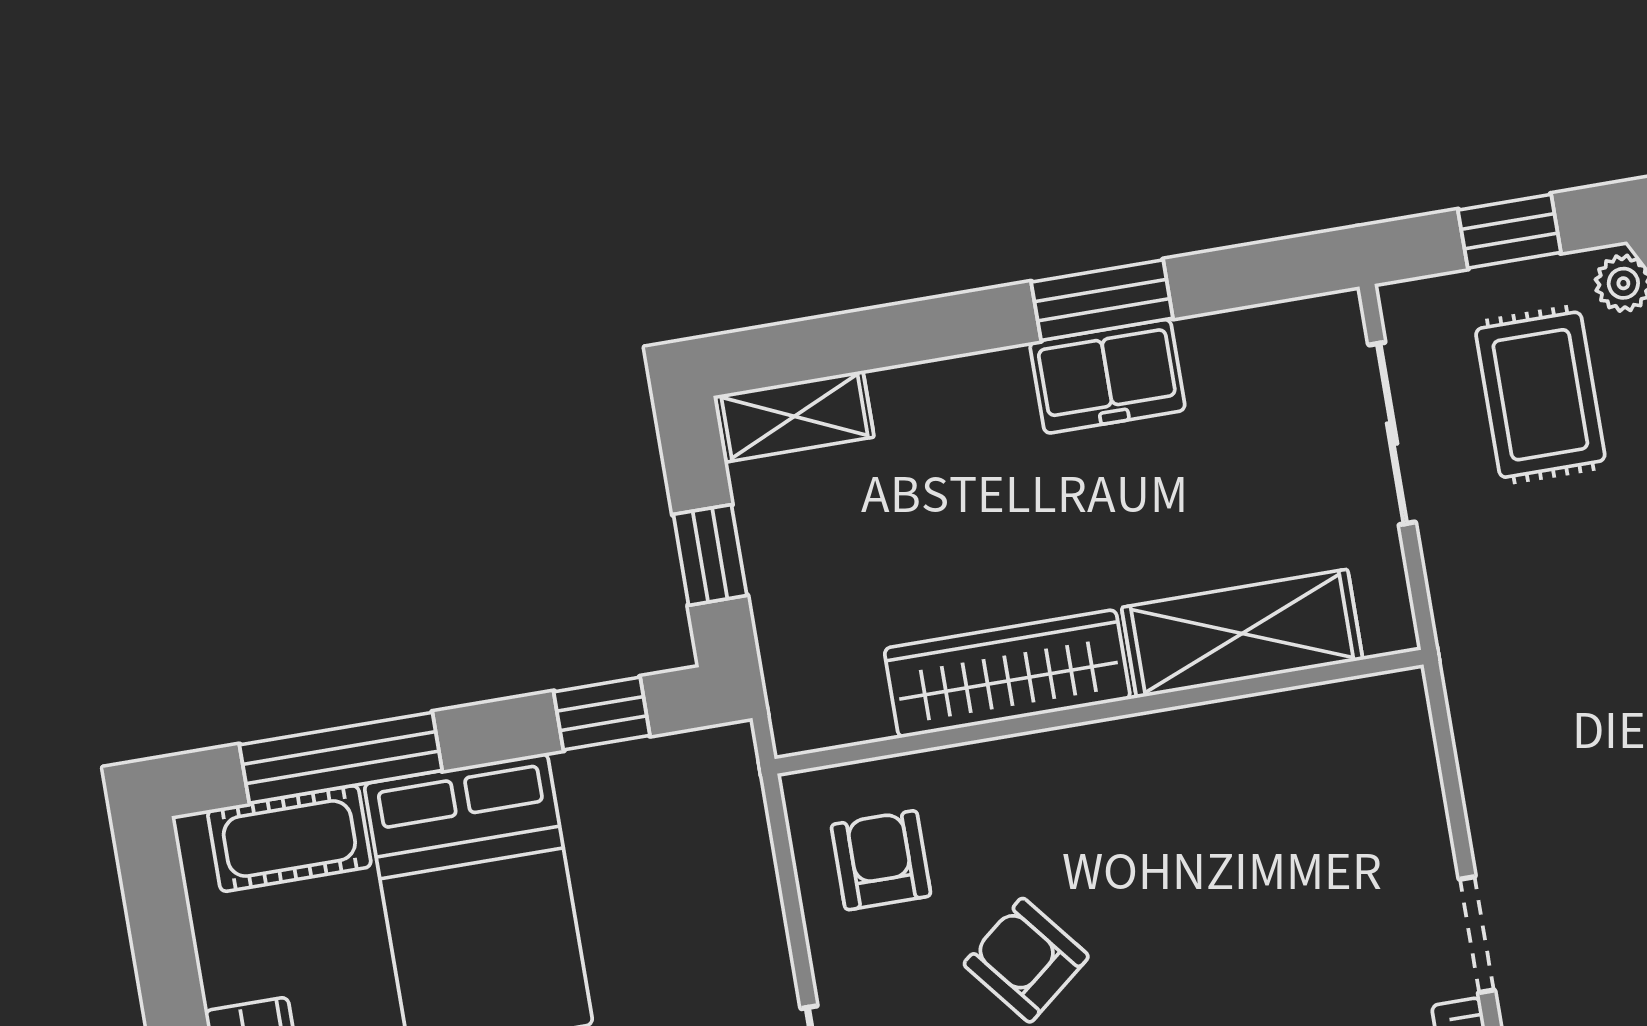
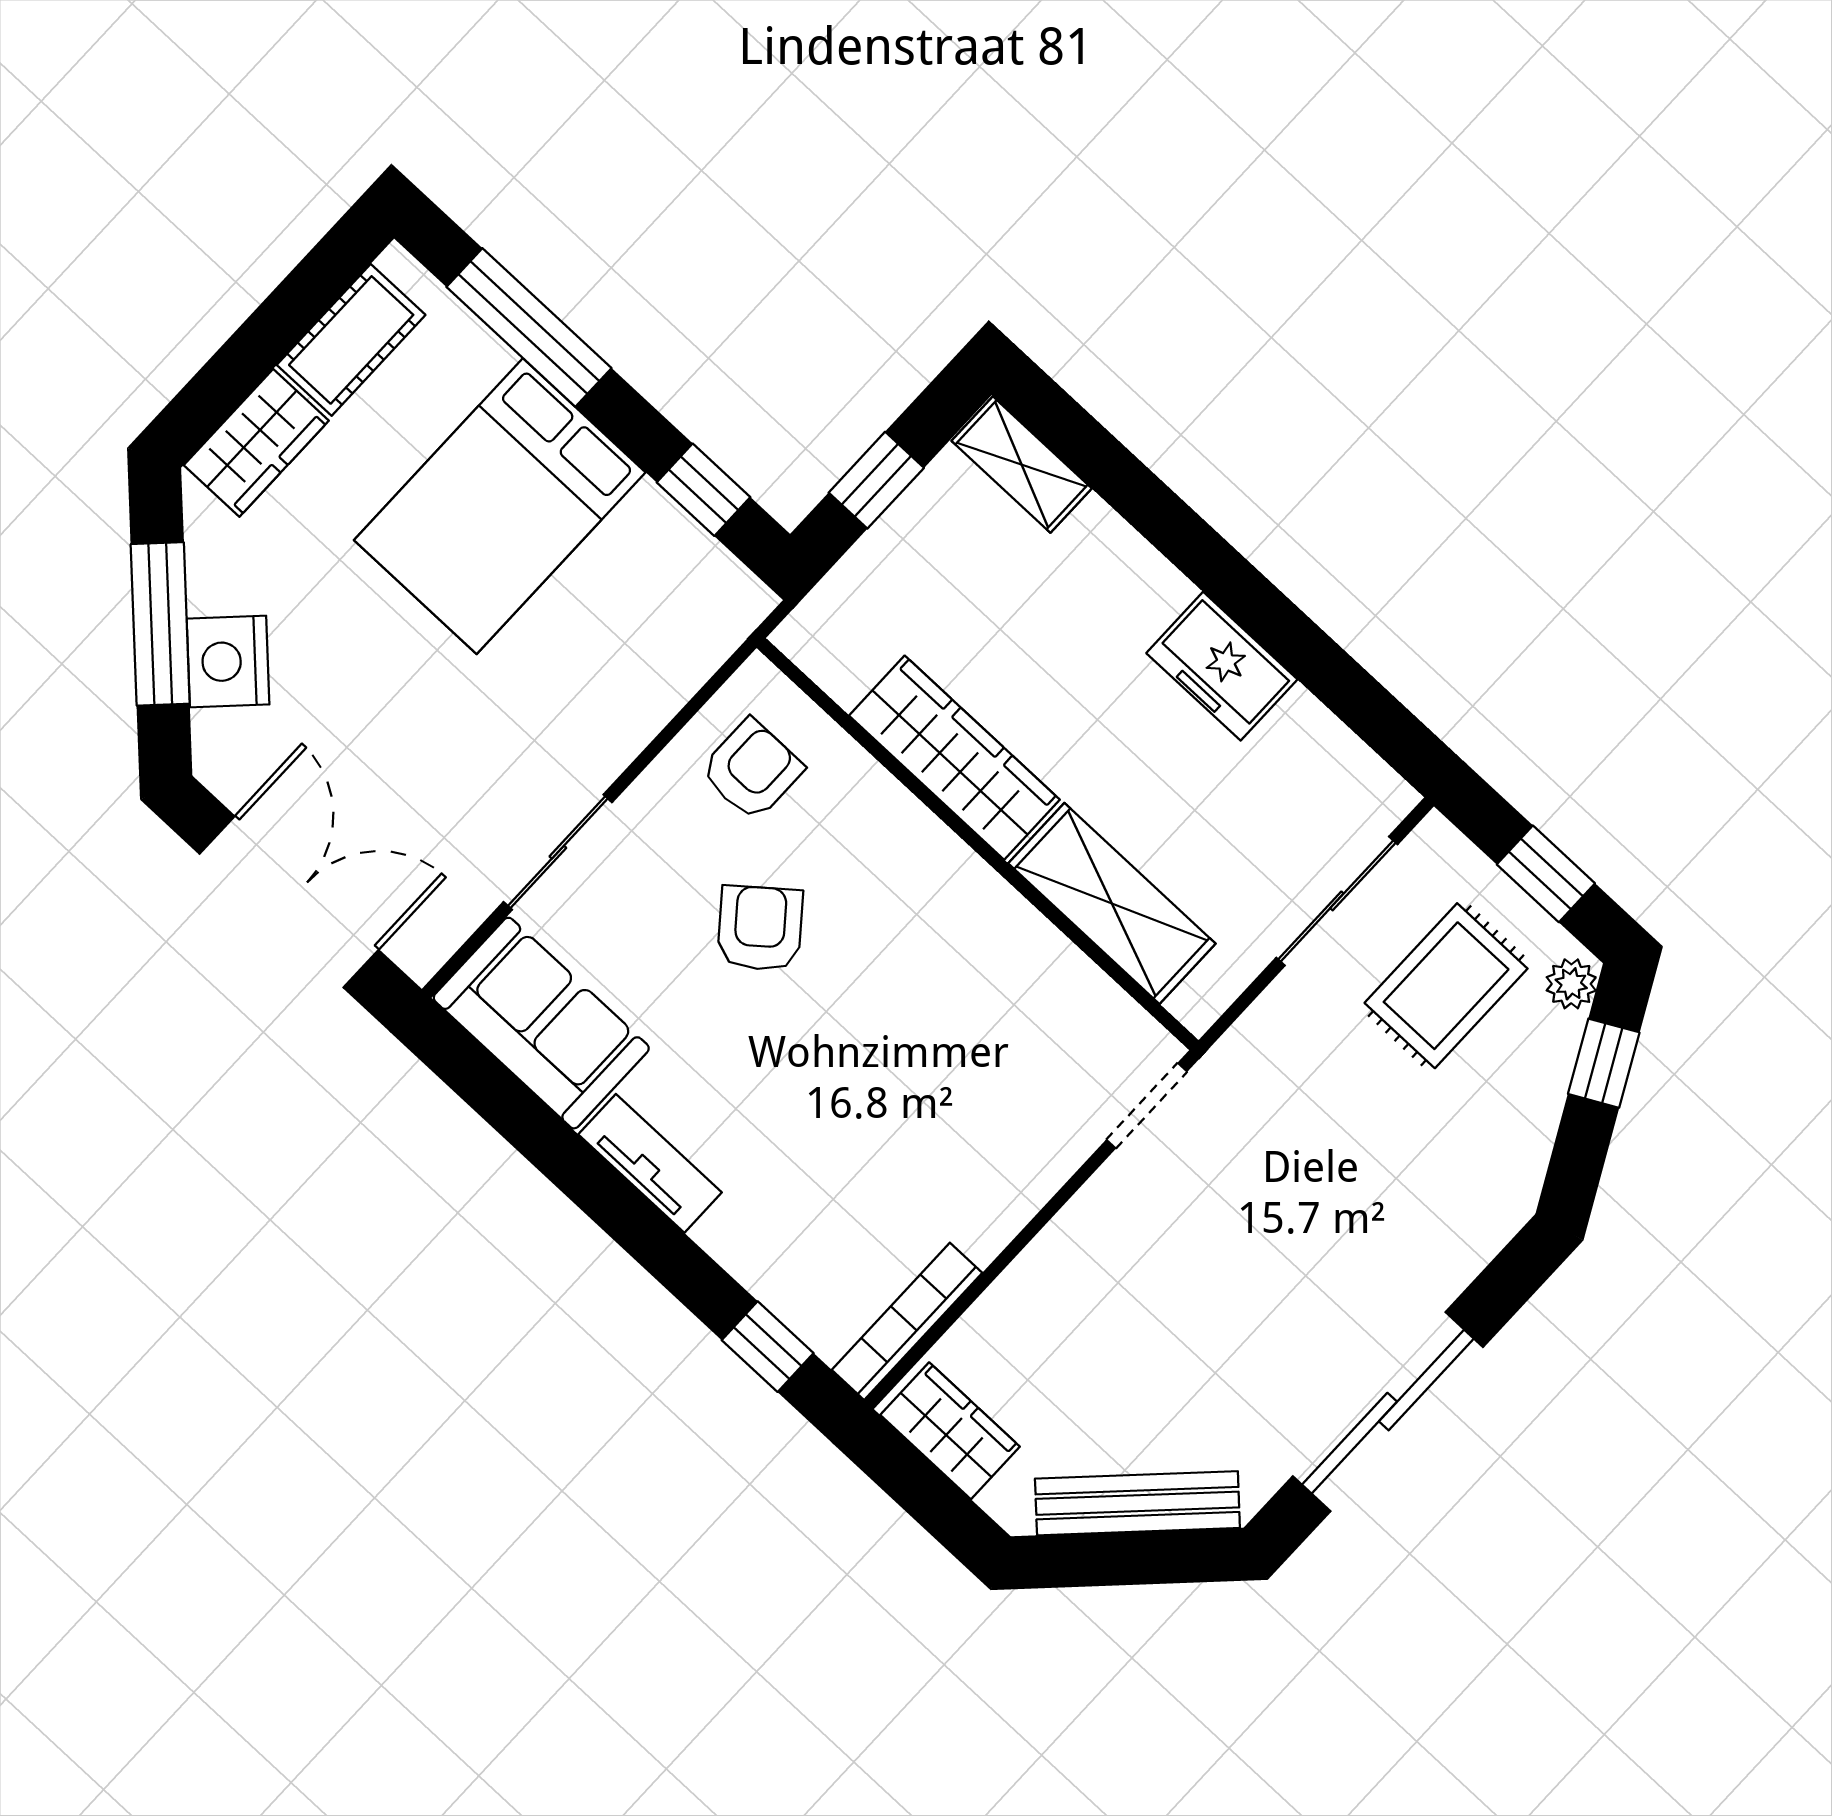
window: (1102, 300) -> (1273, 621), removed
cot: (289, 839) -> (351, 340), moved, turned 90
doorway: (1477, 935) -> (1147, 1106), moved

